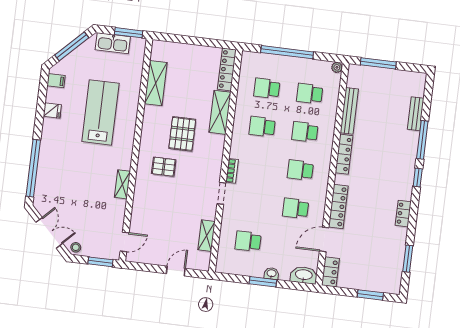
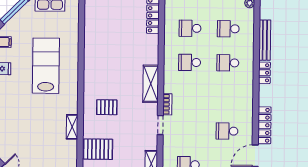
shelving: (156, 83) -> (92, 34), removed
shelving: (220, 112) -> (151, 84), moved
pallet: (182, 134) -> (98, 149), moved, turned 90
locker: (344, 154) -> (264, 73), width x0.66
school desk: (300, 170) -> (227, 97), removed

